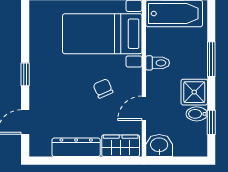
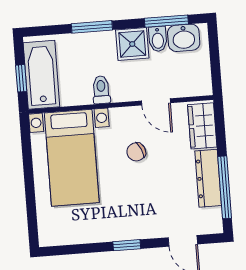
window: (211, 122) -> (166, 21), width x1.50
washbasin: (159, 145) -> (184, 38), moved, turned -90
window: (67, 161) -> (225, 187), added

